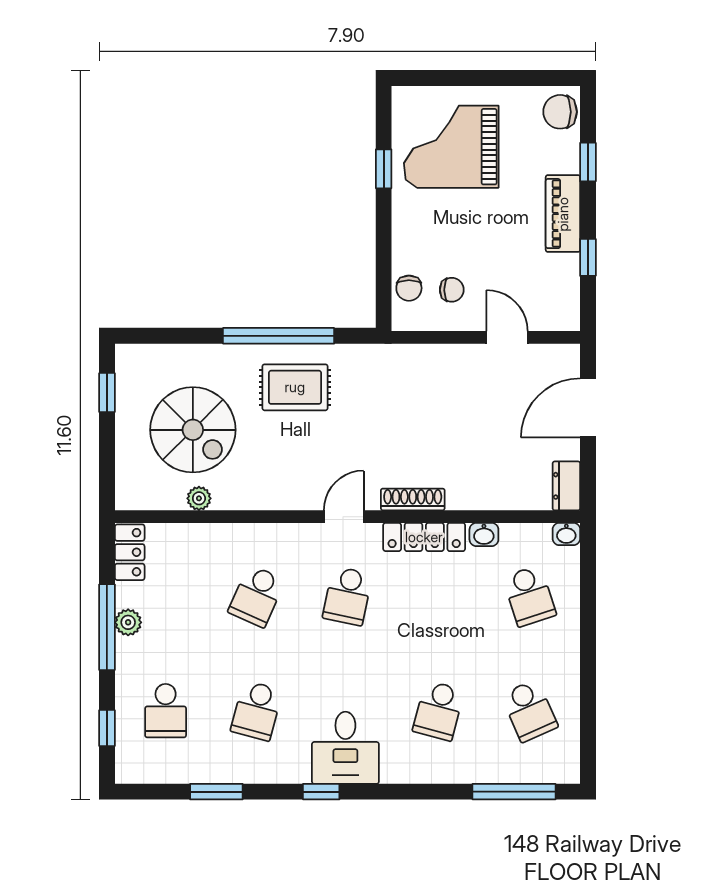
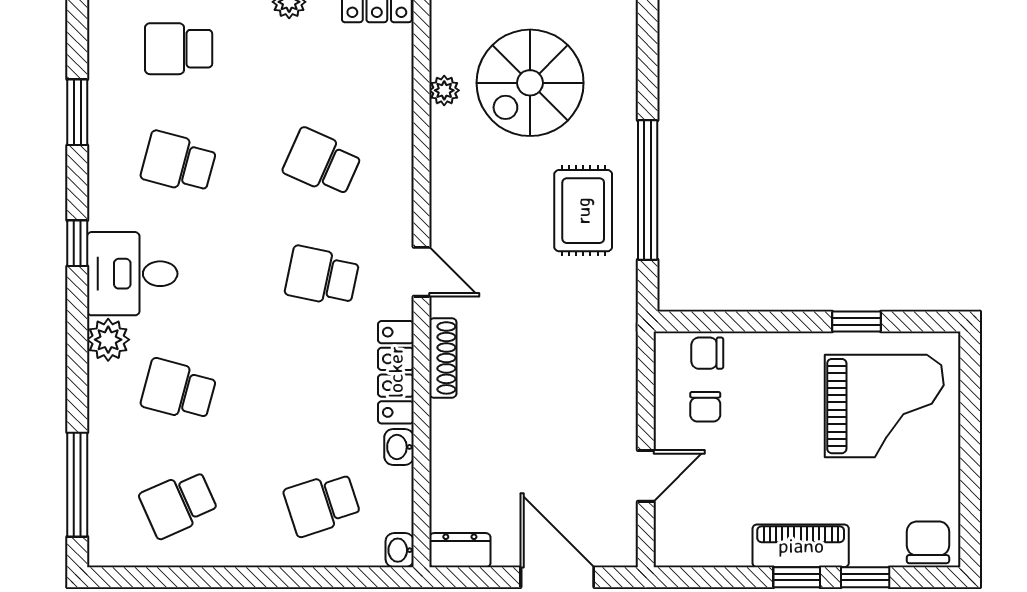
grand piano: (451, 147) -> (884, 406), turned 90
window: (588, 257) -> (797, 577), moved
plant: (398, 767) -> (108, 340), added

